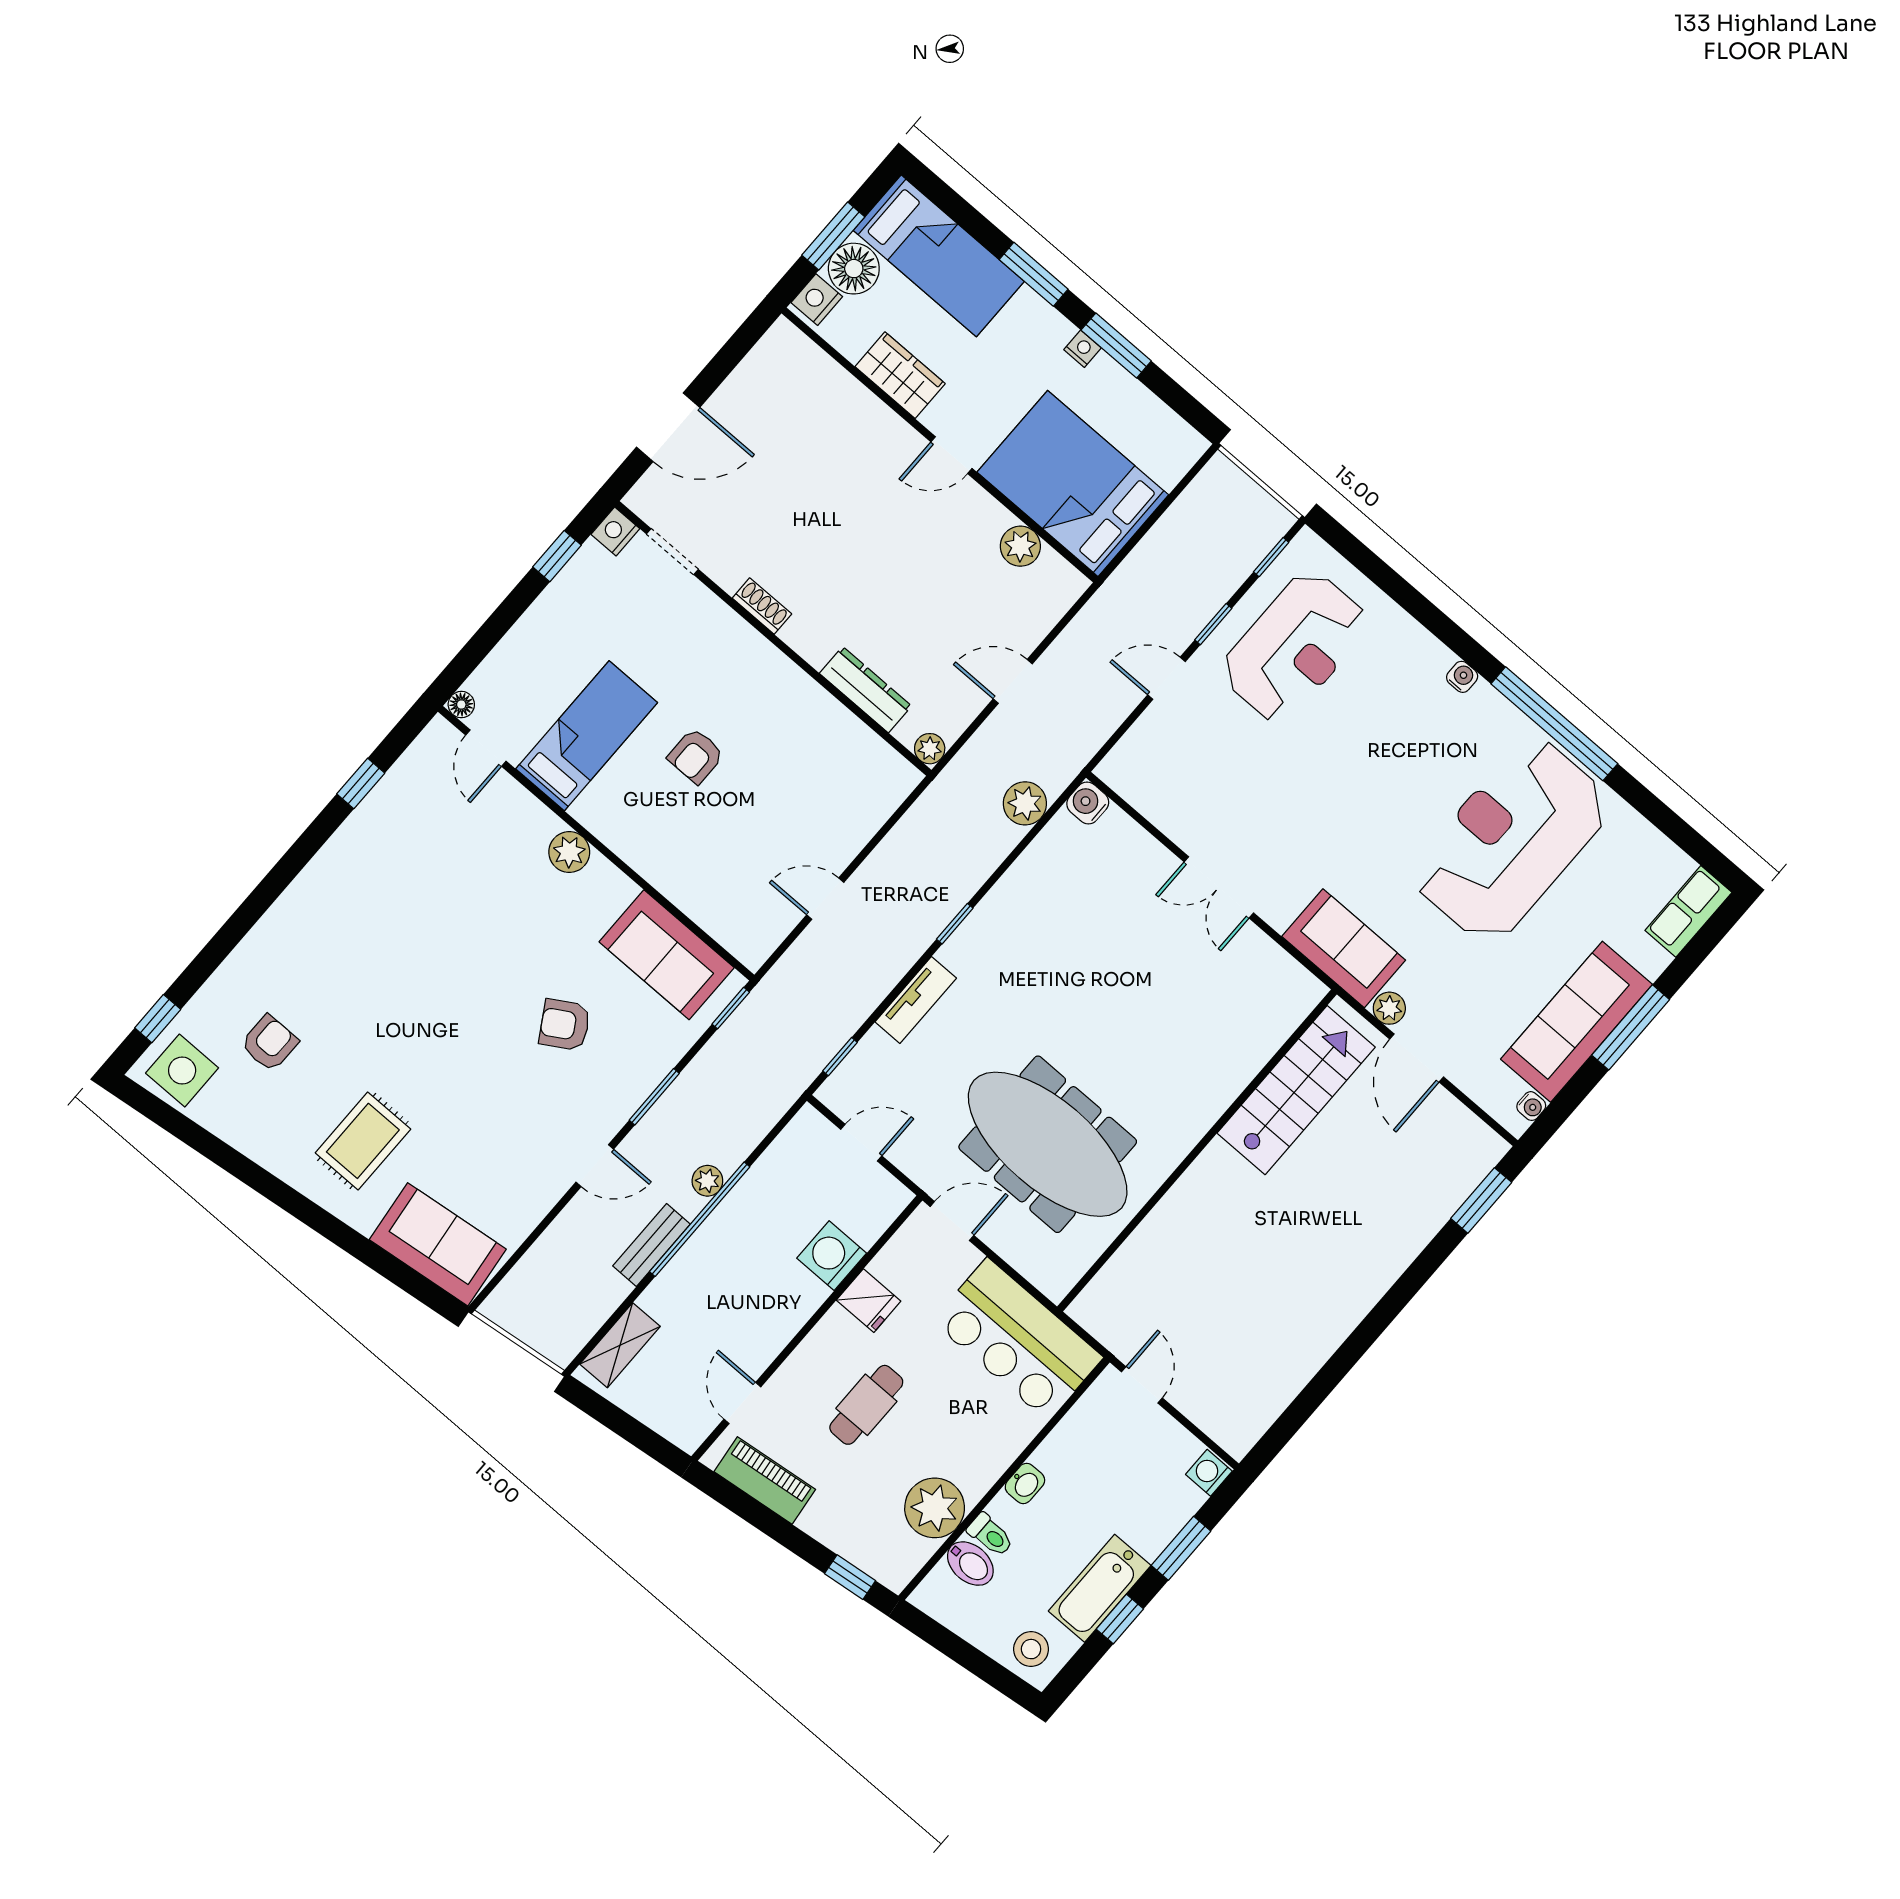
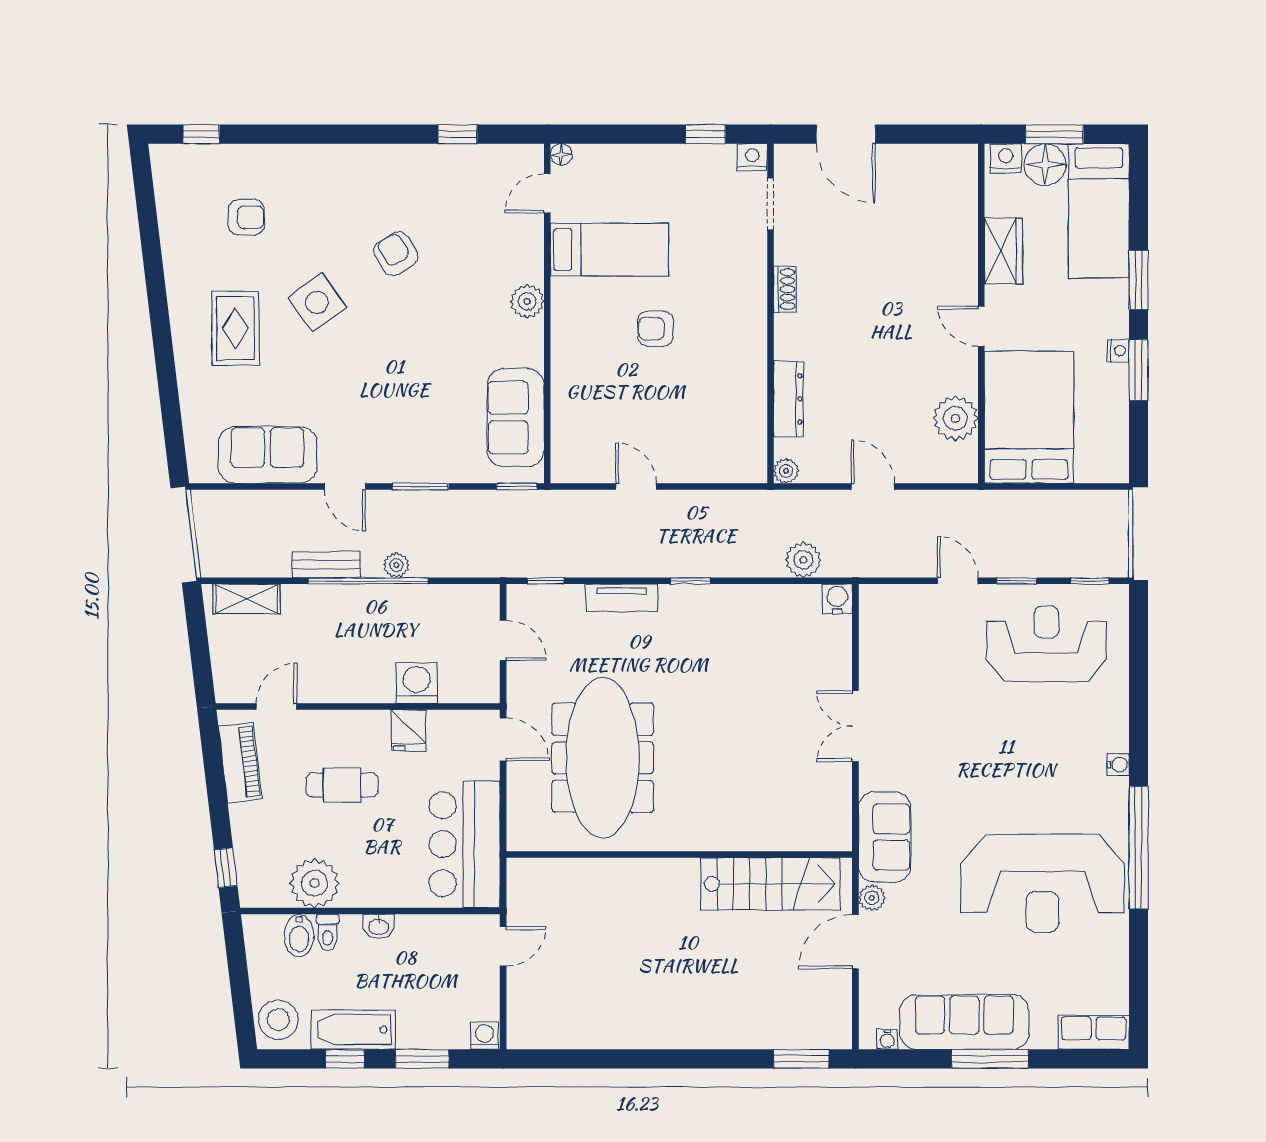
plant: (1020, 546) -> (955, 418), width x1.36, depth x1.36
reception desk: (1295, 647) -> (1046, 644), turned 180
reception desk: (1511, 840) -> (1042, 883), turned 180
armchair: (565, 1025) -> (396, 254), moved
side table: (182, 1071) -> (317, 303), moved, turned -36
rug: (363, 1141) -> (236, 328), turned 90
sofa: (438, 1244) -> (267, 455), moved, turned -83
stool: (1031, 1649) -> (278, 1020), width x1.38, depth x1.38

